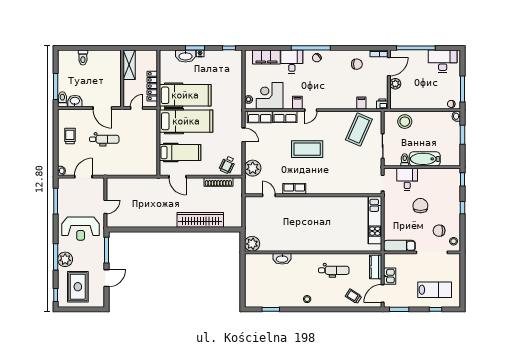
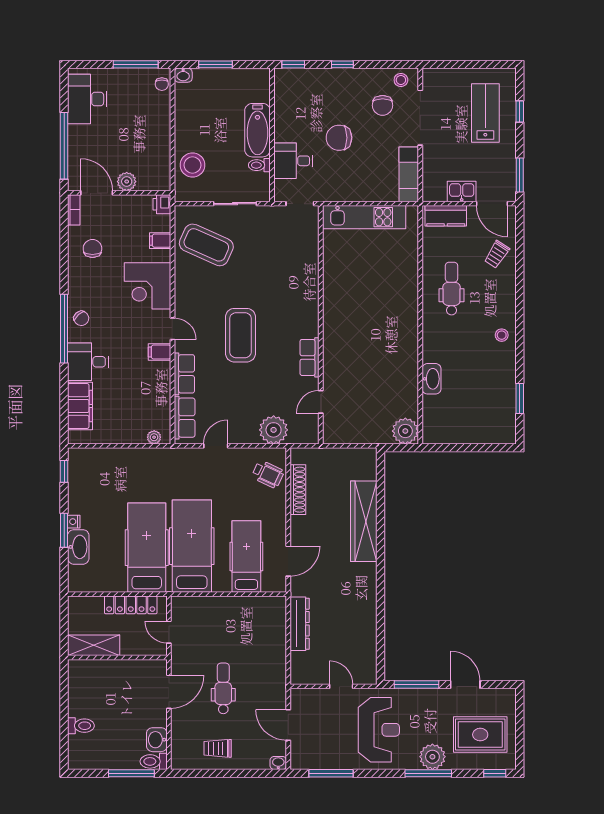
corner desk: (270, 96) -> (148, 286), moved
dresser: (141, 183) -> (300, 624), added

